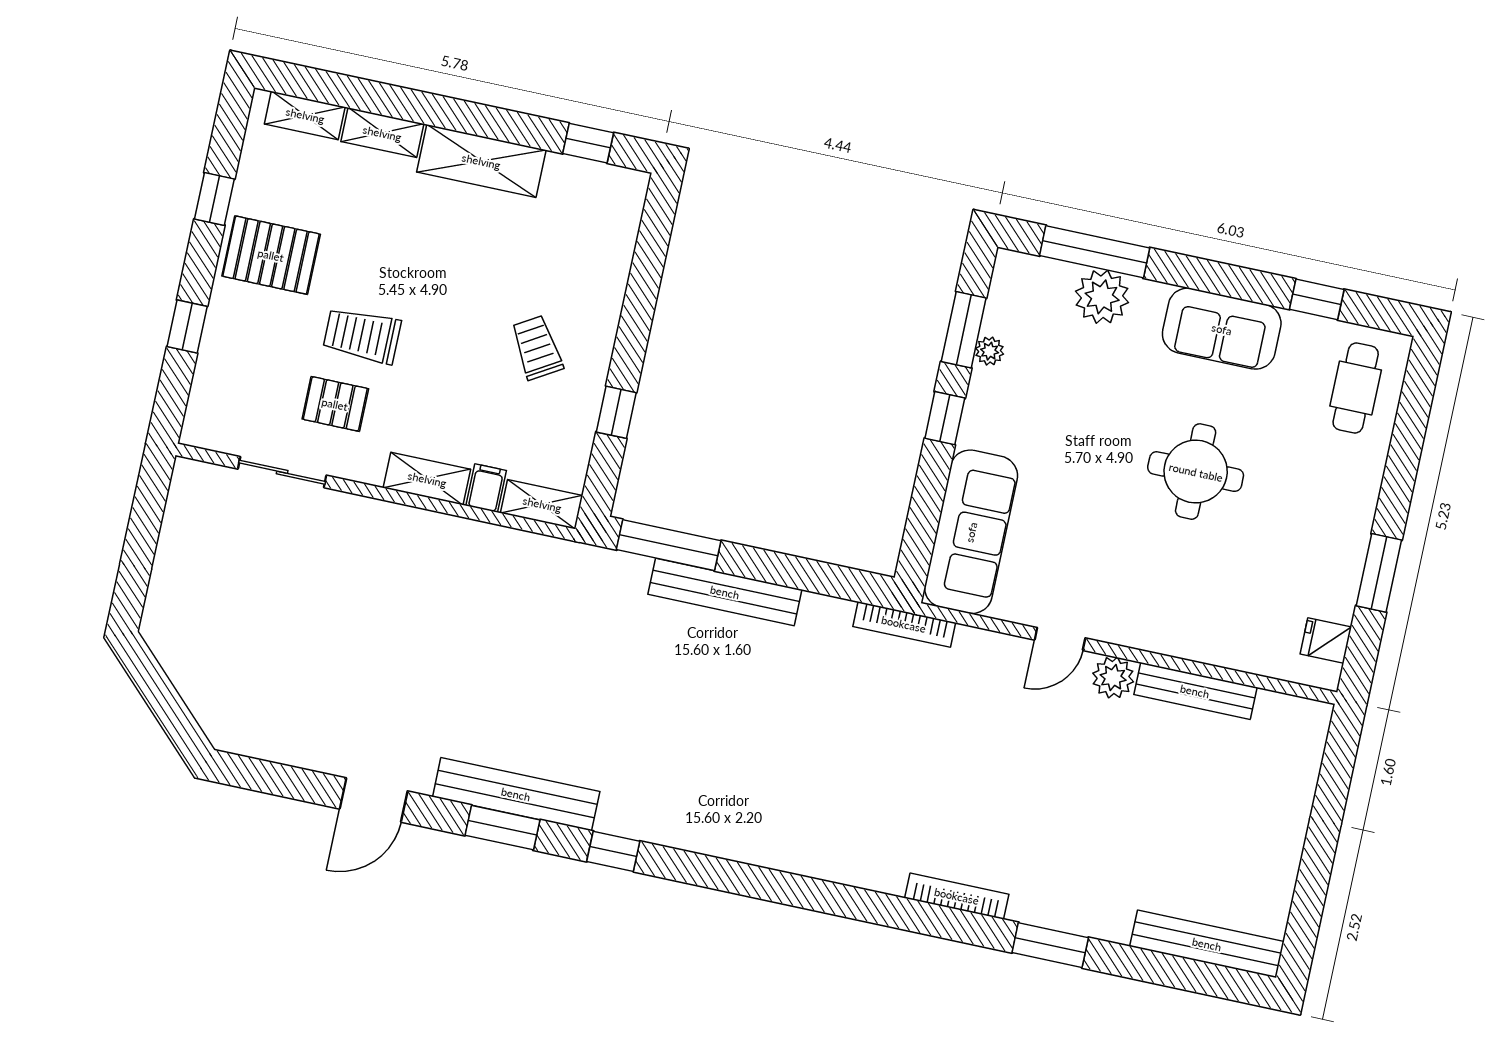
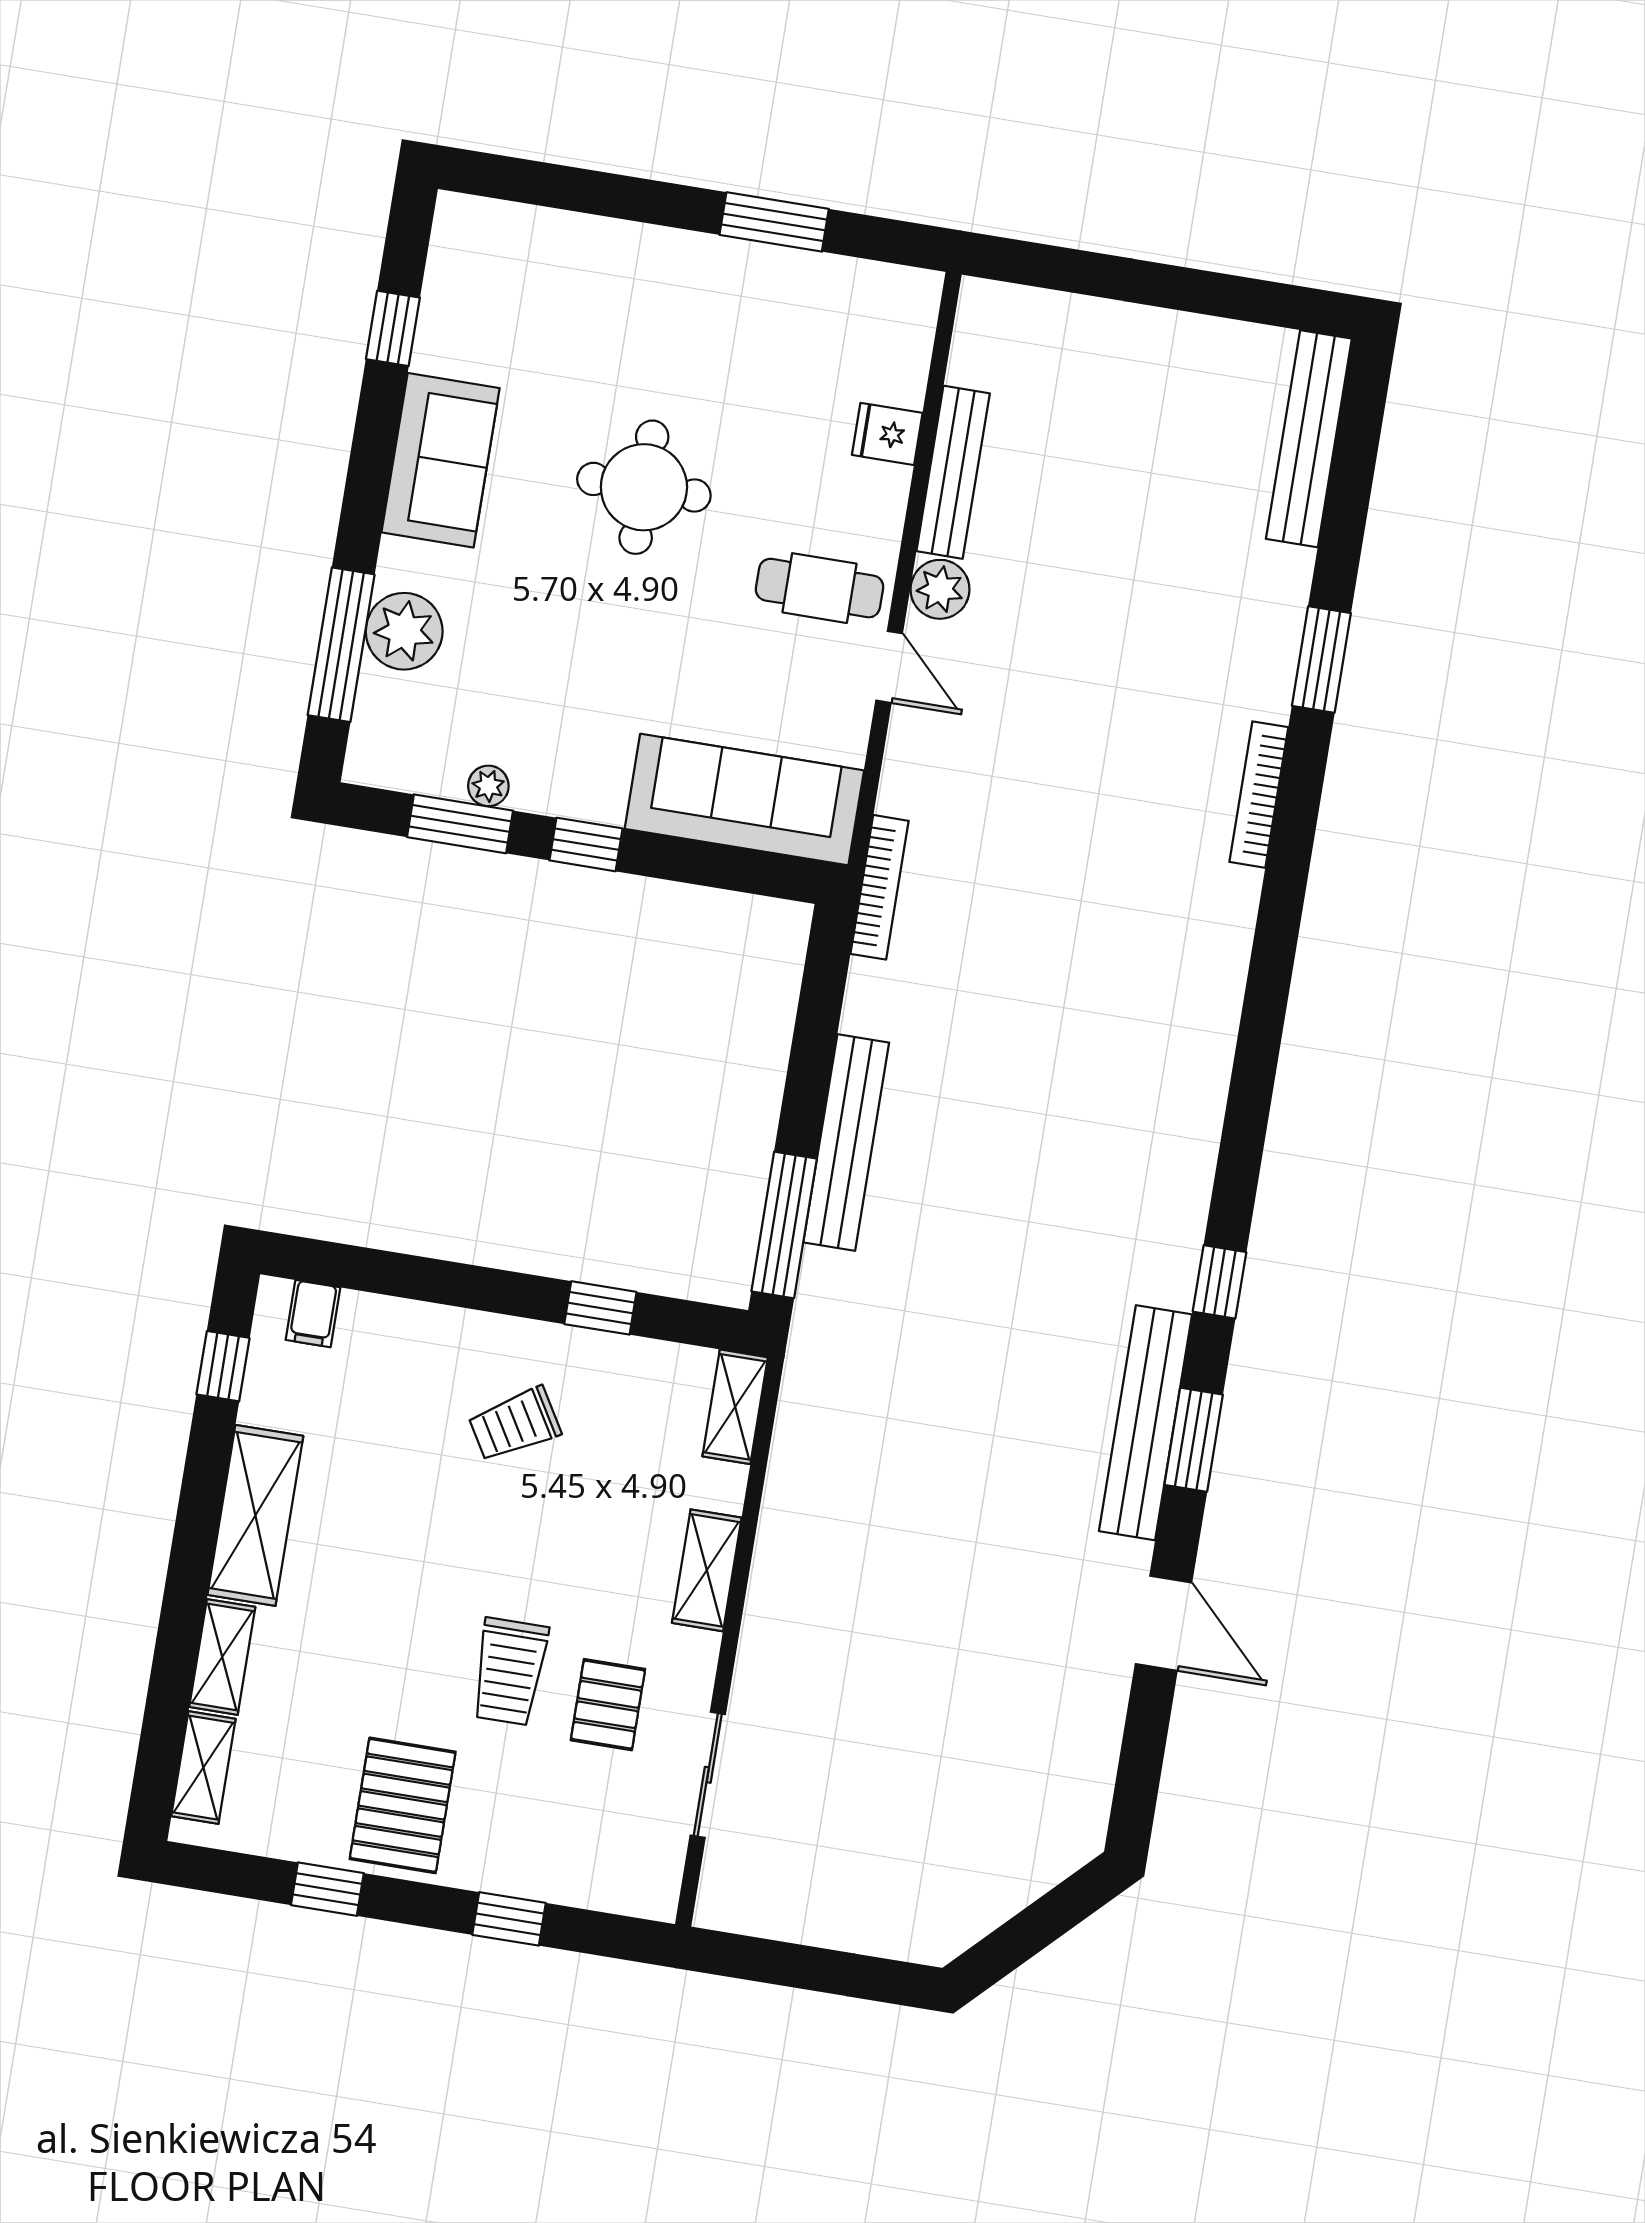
cafe table: (1356, 388) -> (819, 588), moved
filing cabinet: (486, 488) -> (313, 1314), moved, turned -90
fridge: (1326, 640) -> (887, 434), moved, turned 90

